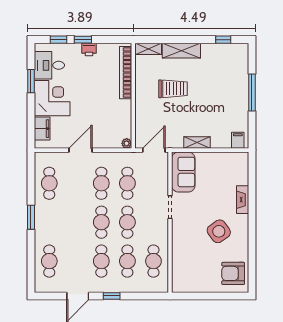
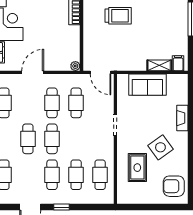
shelving: (197, 143) -> (159, 65), moved
door: (154, 150) -> (100, 72), swing flipped
sofa: (183, 172) -> (147, 85), moved, turned 90
cafe table: (127, 222) -> (28, 139), moved
rug: (194, 253) -> (137, 168), added

